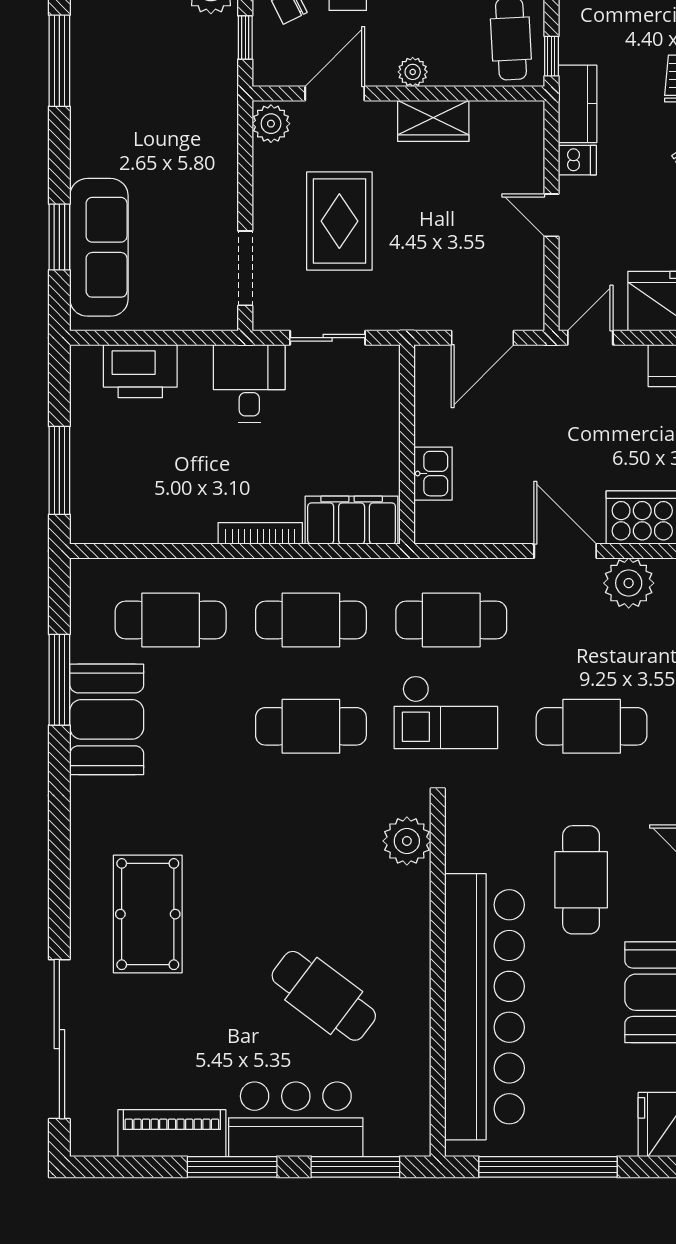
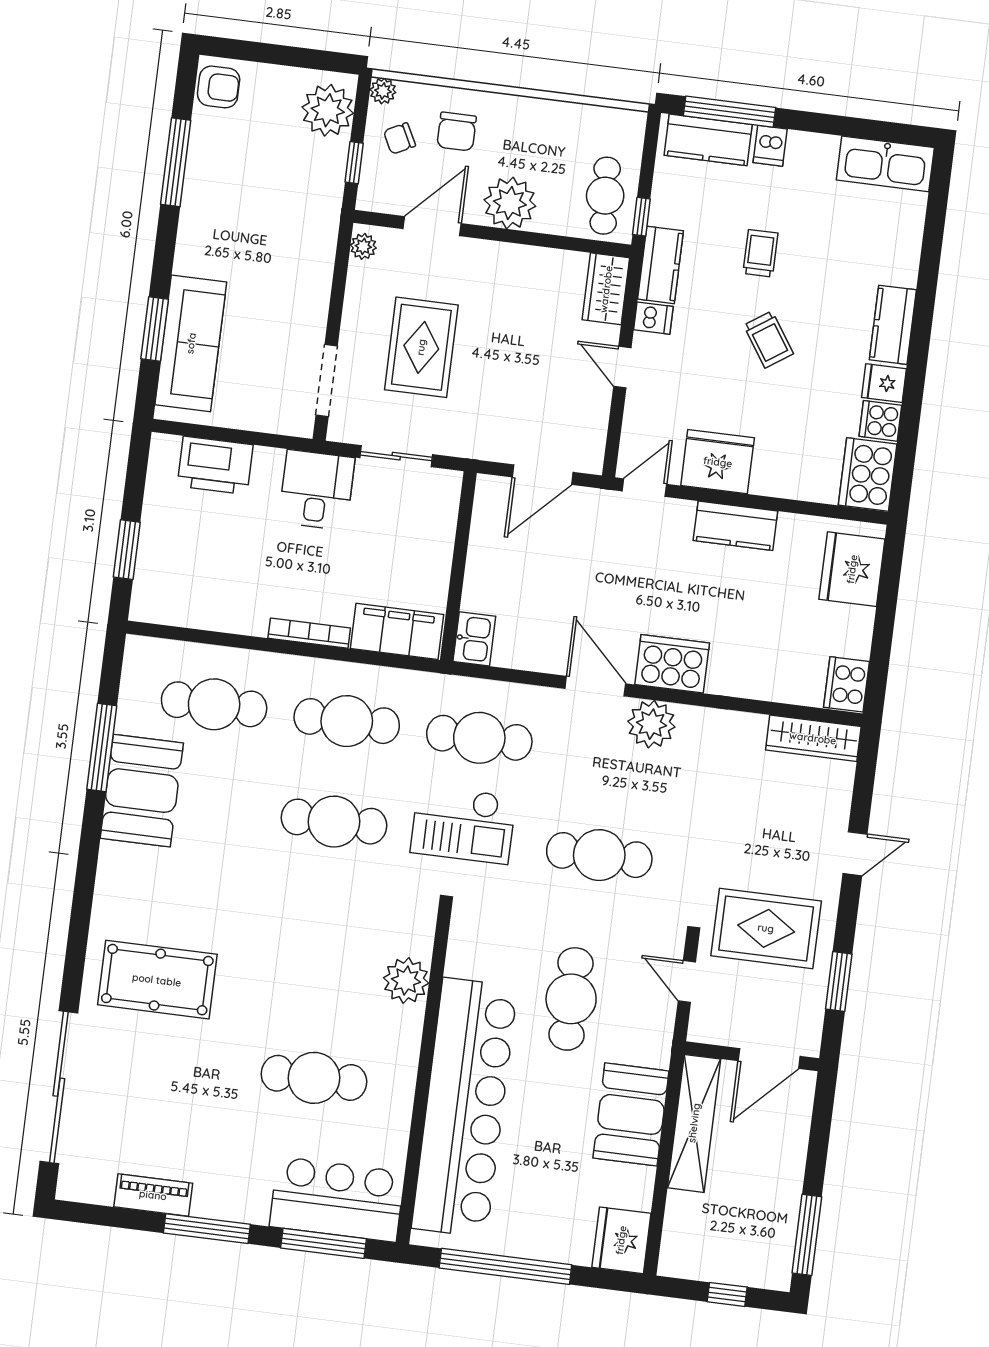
plant: (413, 72) -> (510, 203), width x1.88, depth x1.88
wardrobe: (433, 121) -> (606, 289), moved, turned 90
plant: (271, 124) -> (363, 246), width x0.73, depth x0.73
window: (59, 470) -> (127, 550), width x0.69
kitchen sink: (433, 474) -> (474, 639), moved
plant: (407, 841) -> (406, 981), moved
pool table: (148, 914) -> (157, 980), turned 90
cafe table: (324, 996) -> (314, 1078), turned -37
bar counter: (296, 1119) -> (337, 1199), moved
piano: (172, 1133) -> (153, 1195), width x0.73, depth x0.75

